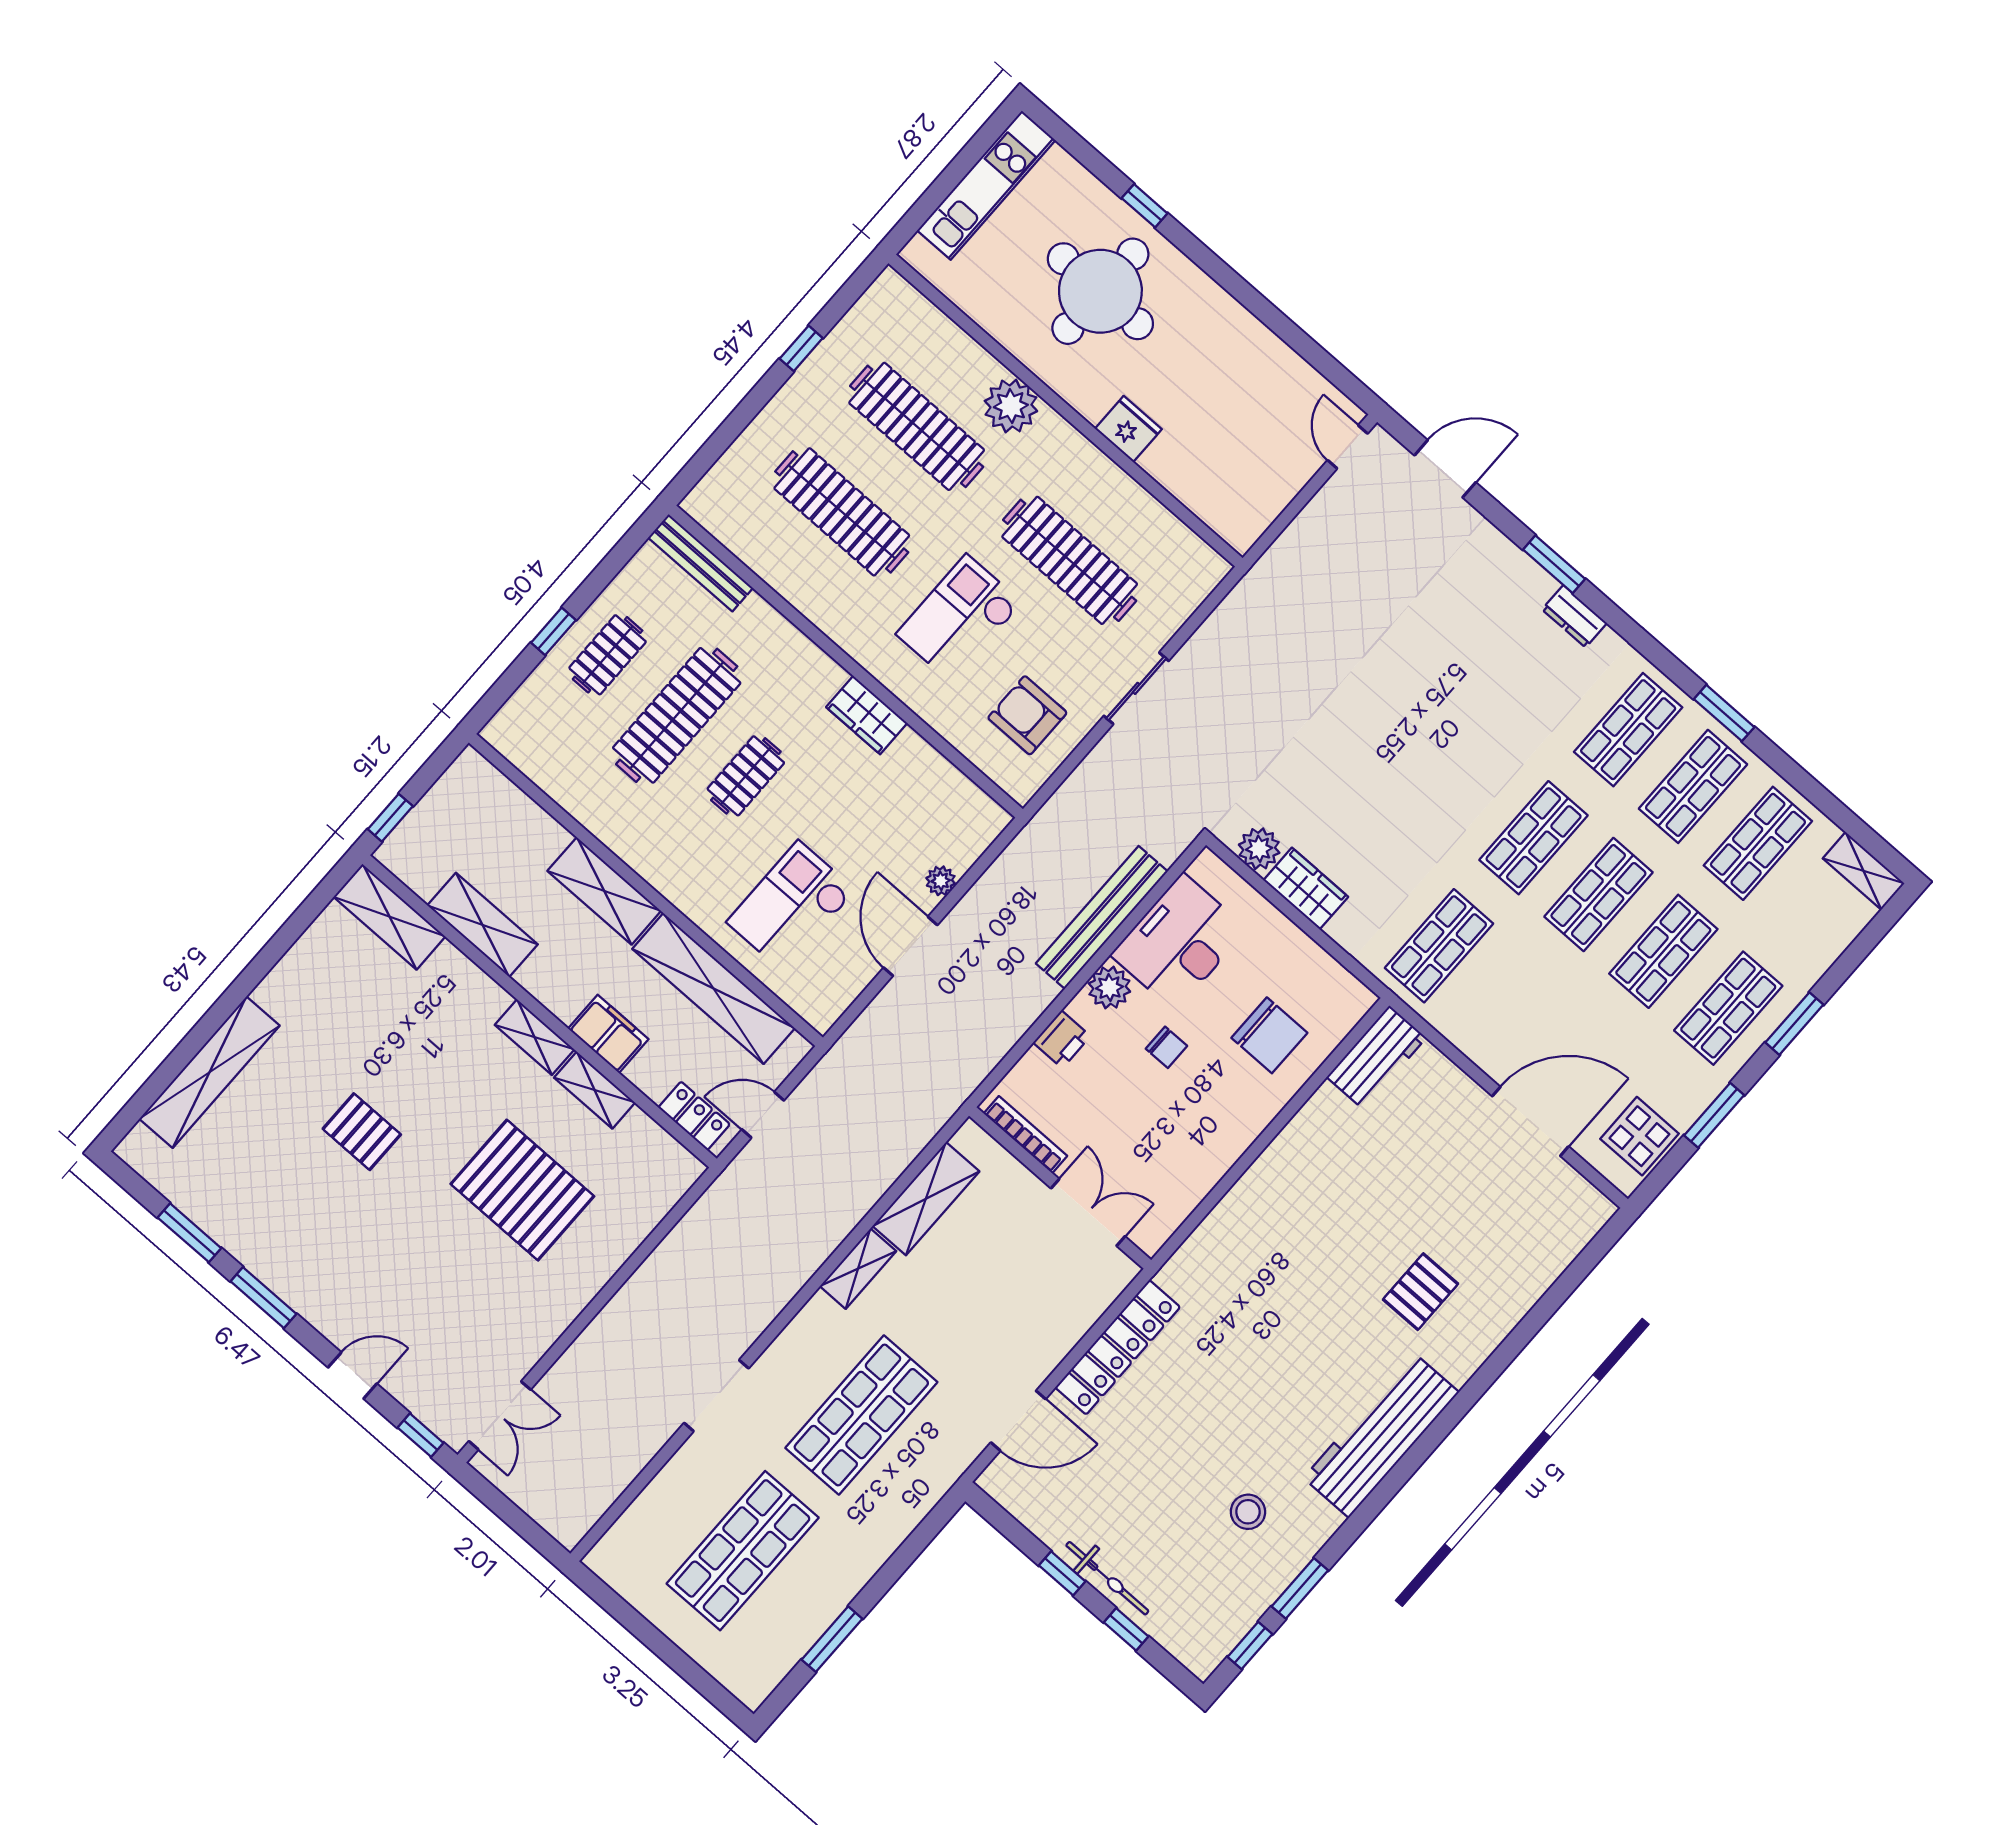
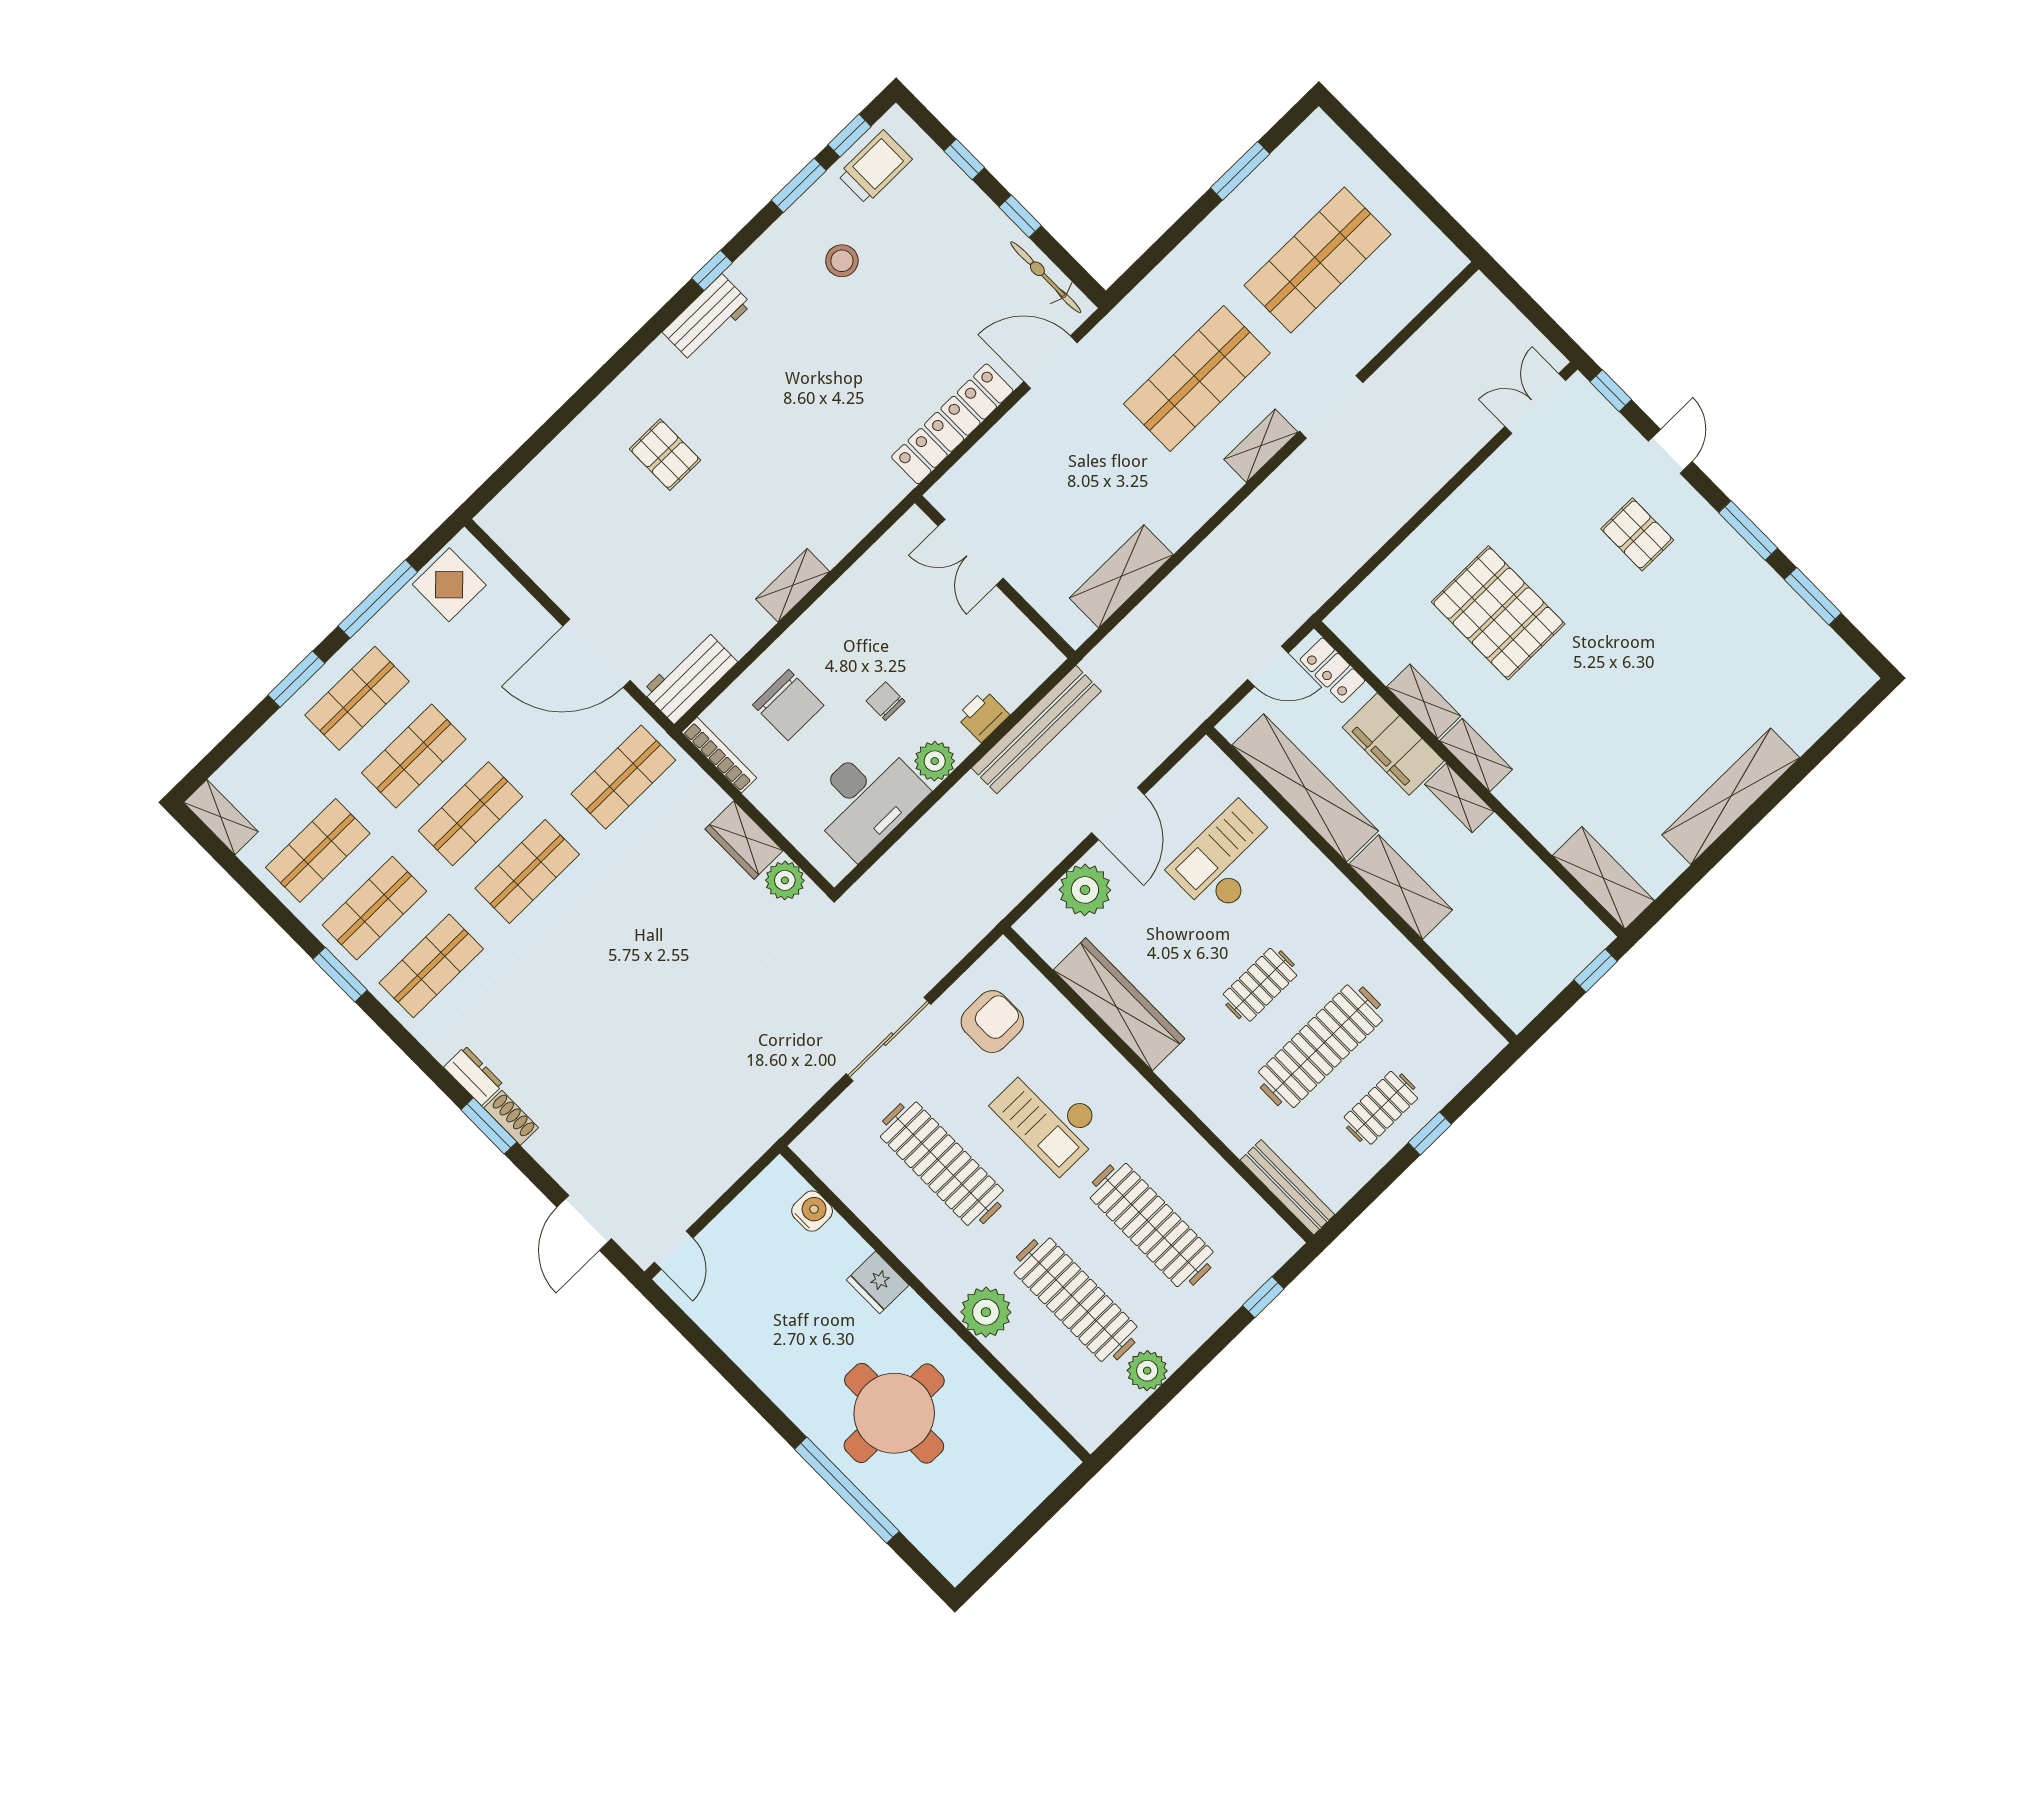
kitchen unit: (986, 185) -> (994, 1520), removed
window: (1145, 206) -> (847, 1490), width x3.17
window: (801, 348) -> (1263, 1297), moved
plant: (835, 357) -> (1147, 1371), added
door: (1445, 469) -> (584, 1223), hinge flipped
water cooler: (1204, 500) -> (812, 1211), added
shoe rack: (1531, 575) -> (511, 1118), added
checkout: (959, 618) -> (1049, 1117), turned 90
sliding door: (1136, 688) -> (889, 1039), width x1.37
wardrobe: (867, 715) -> (1119, 1004), width x2.10, depth x1.17
armchair: (1027, 715) -> (992, 1022), turned -90
plant: (941, 881) -> (1085, 890), width x1.88, depth x1.88
checkout: (791, 906) -> (1227, 859), turned 180
bench: (1102, 917) -> (1036, 730), moved
shelving: (483, 925) -> (1459, 798), moved, width x0.67, depth x0.75
filing cabinet: (608, 1034) -> (1393, 744), width x1.50, depth x1.17
chair: (1269, 1035) -> (788, 705), turned 180
shelving: (210, 1072) -> (1731, 796), moved
window: (1714, 1115) -> (378, 599), width x1.44
door: (1530, 1121) -> (596, 653), moved
pallet: (362, 1132) -> (1637, 534), moved
bookcase: (1025, 1135) -> (719, 755), moved, turned 180
shelving: (1274, 1163) -> (793, 585), added
shelving: (858, 1269) -> (1261, 446), moved
pallet: (1421, 1292) -> (665, 455), turned 90
door: (352, 1376) -> (1670, 451), swing flipped
workbench: (1381, 1435) -> (707, 318), width x0.53, depth x0.76
window: (1385, 1491) -> (712, 270), added
bicycle: (1107, 1578) -> (1046, 277), moved
trolley: (1220, 1614) -> (875, 167), added

